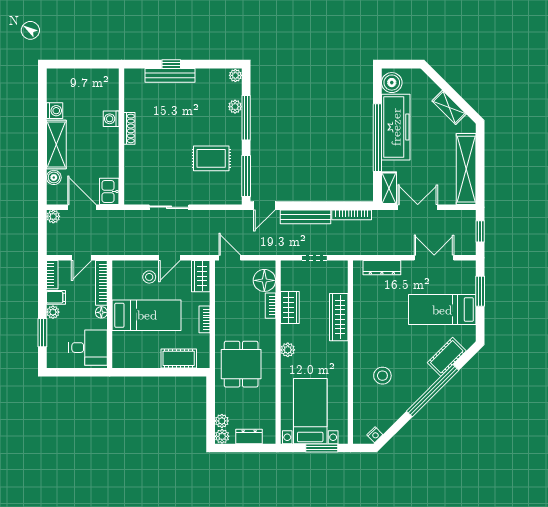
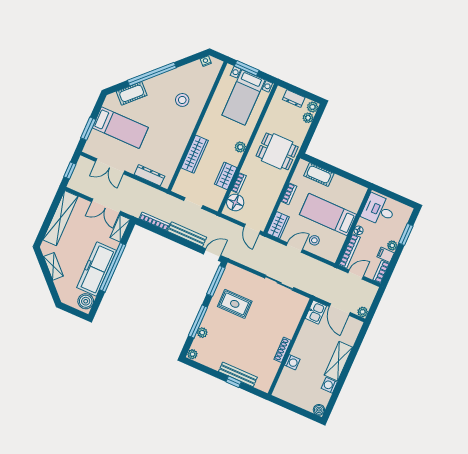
boiler: (54, 177) -> (319, 410), moved
dining table: (241, 364) -> (277, 151), turned 90

